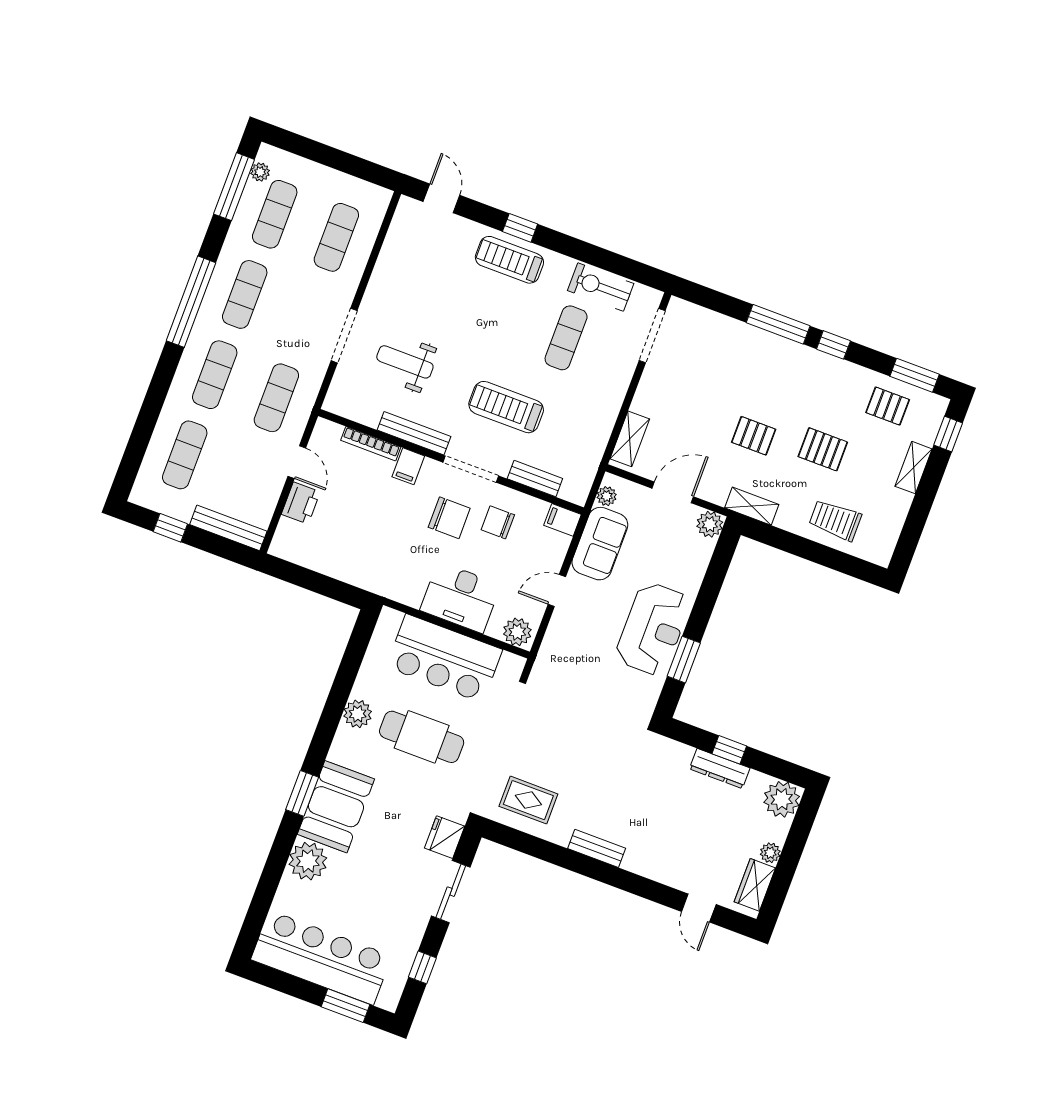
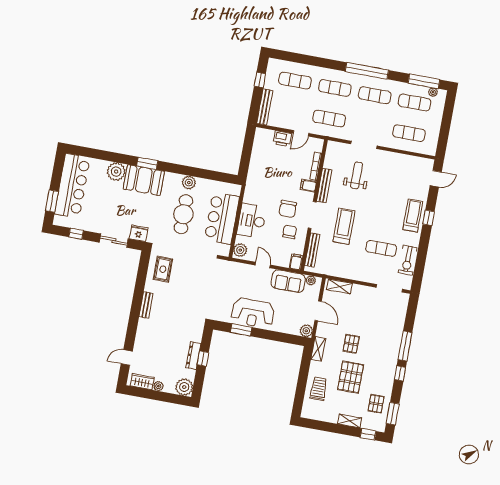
exercise bike: (601, 287) -> (408, 260), turned 180
pallet: (823, 449) -> (351, 377), width x1.50, depth x1.42
bench: (535, 479) -> (312, 250), width x1.36

